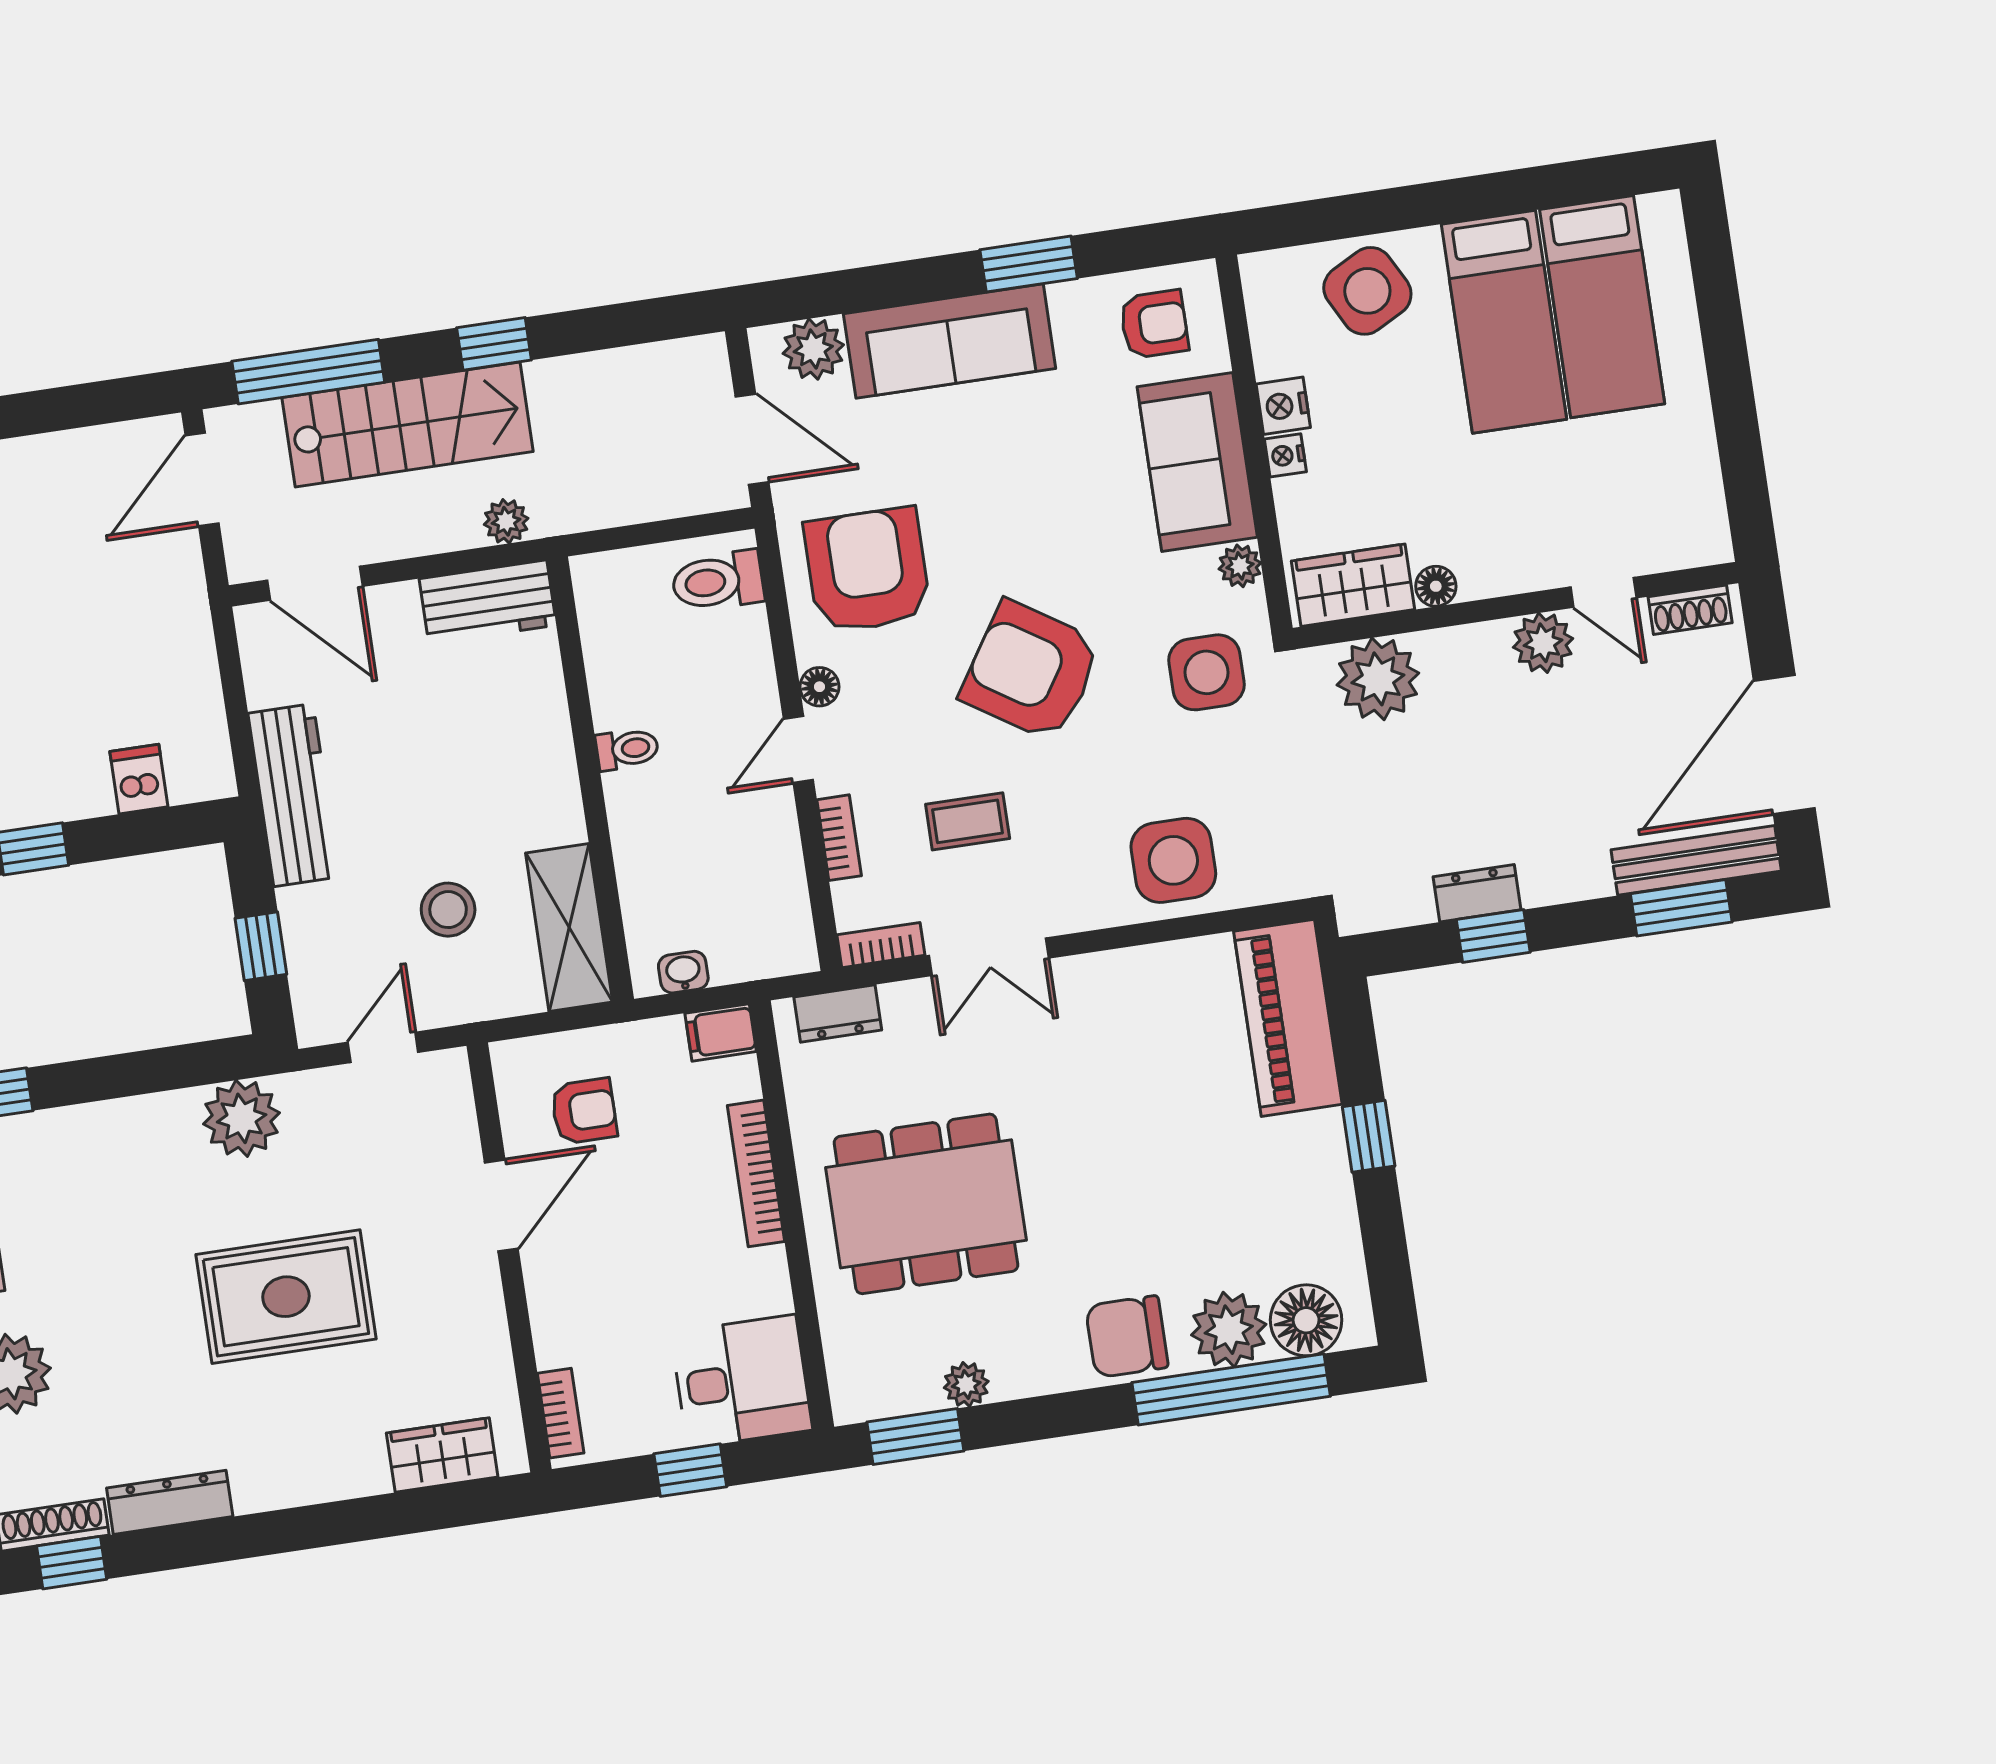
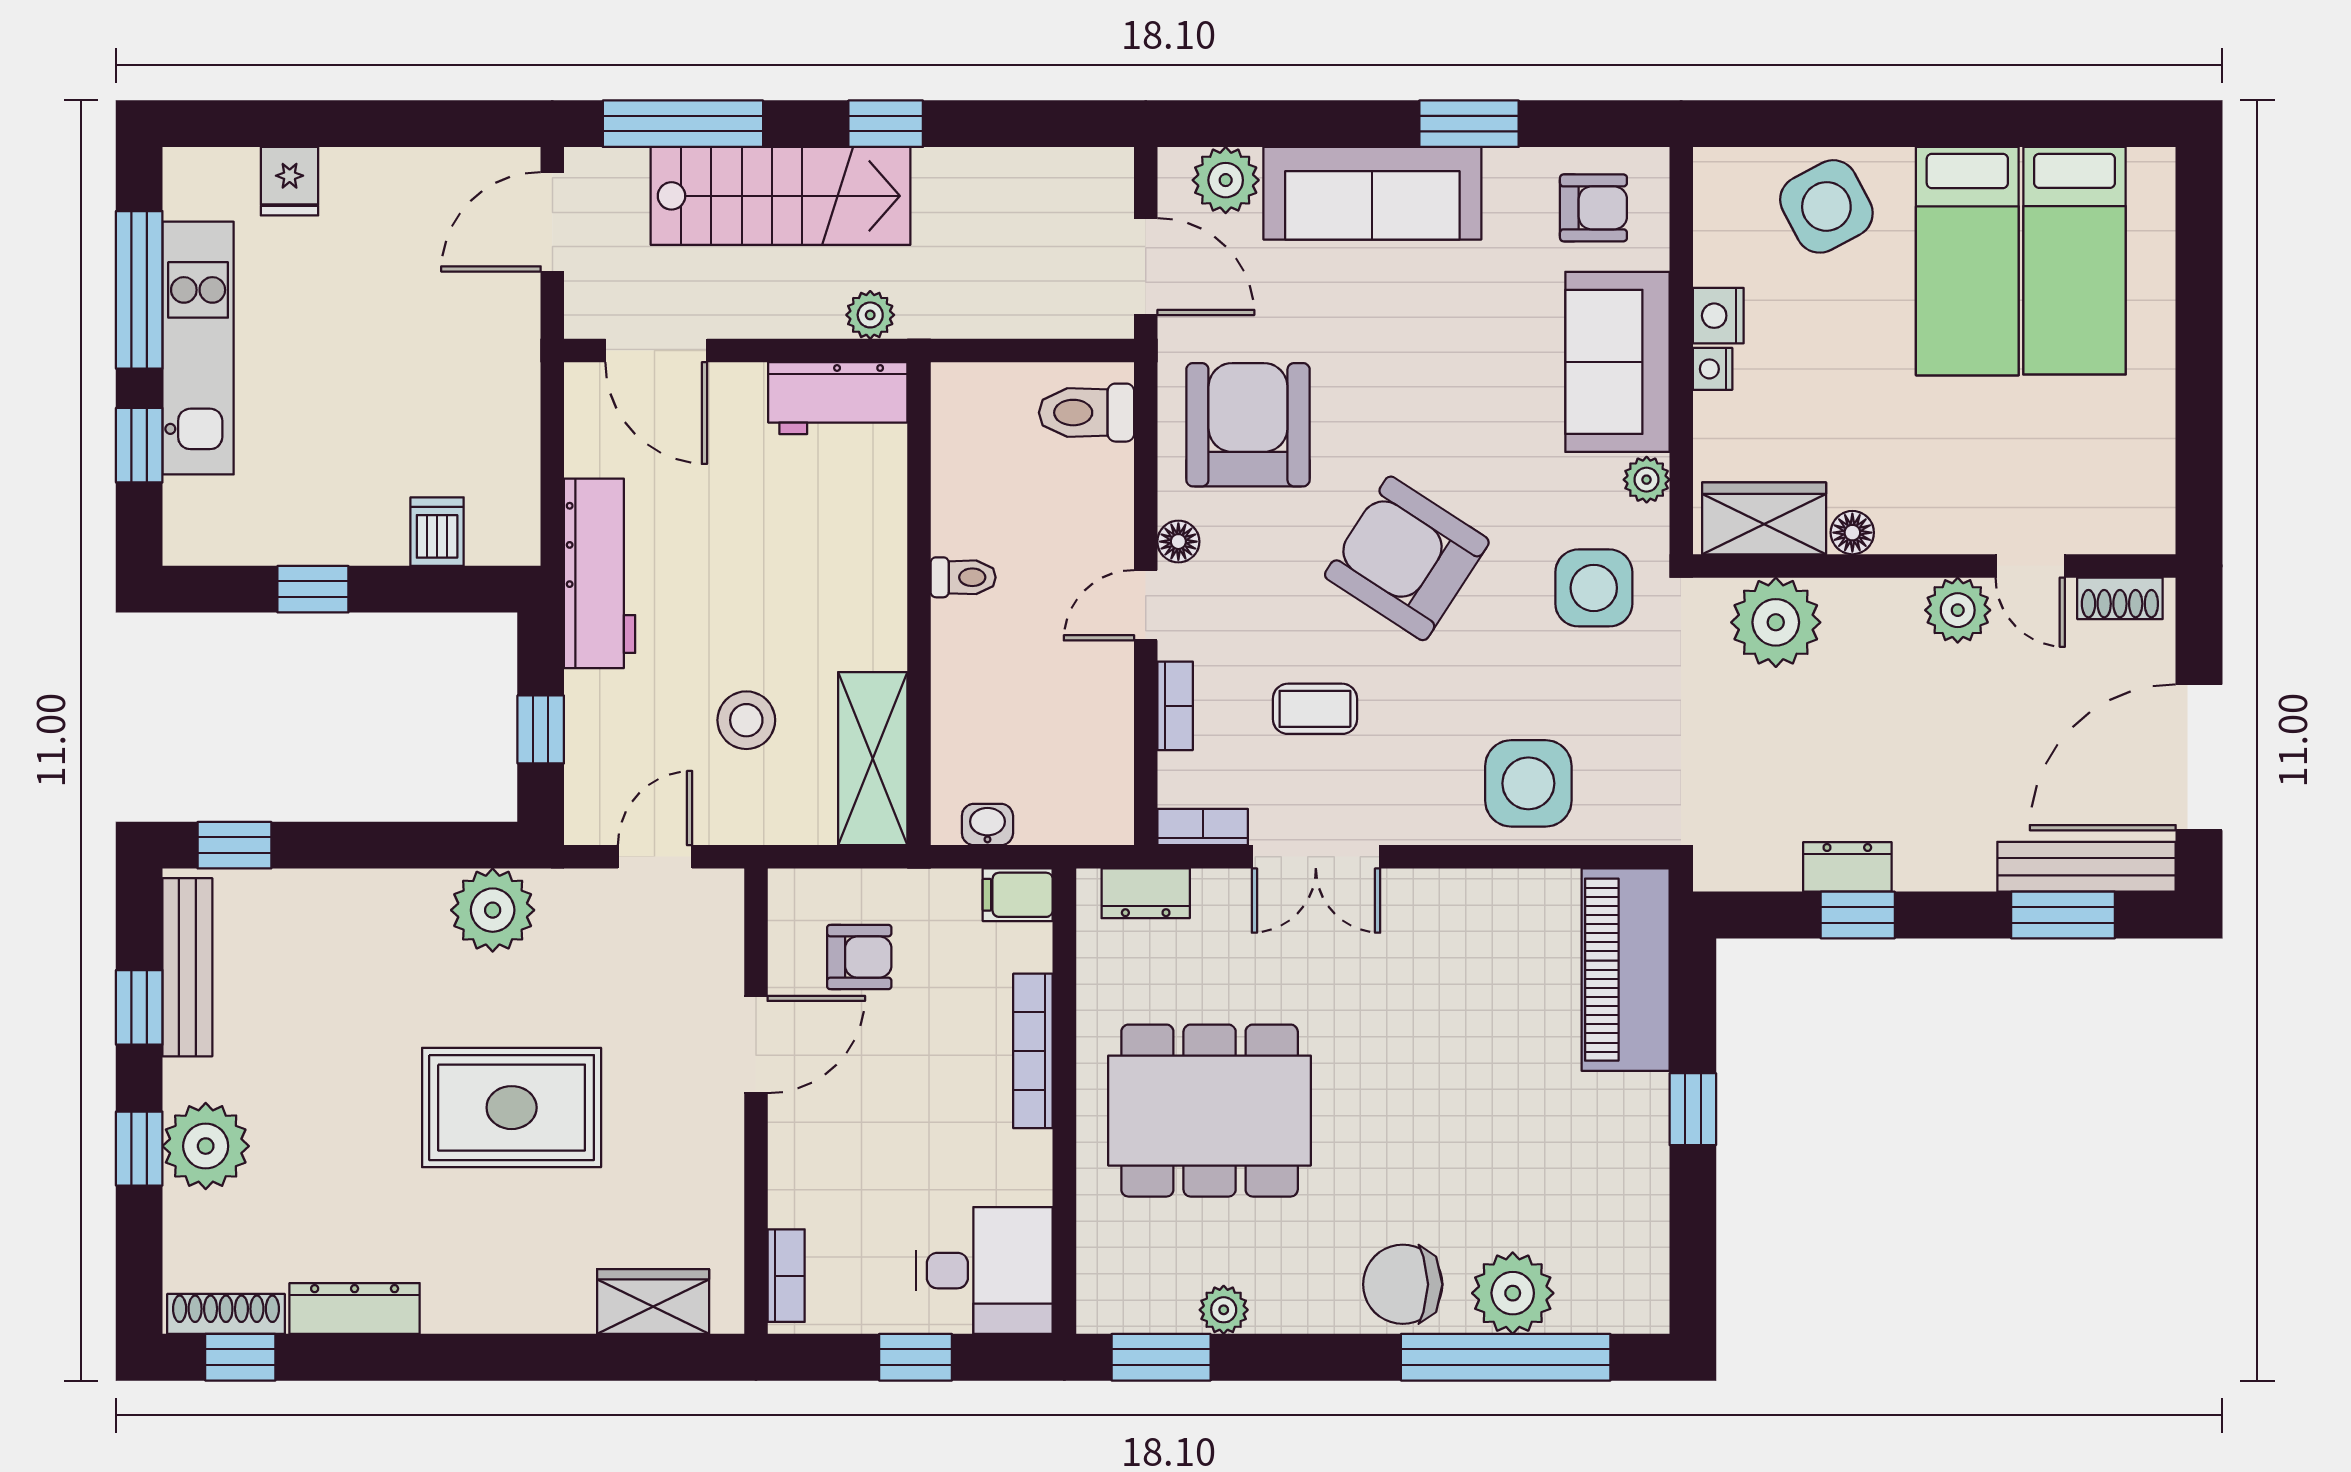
floor lamp: (1306, 1320) -> (1597, 1295), removed

